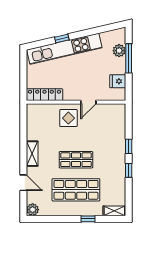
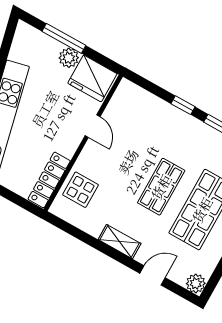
plant: (119, 51) -> (69, 58), moved
fridge: (118, 81) -> (92, 78), width x1.88, depth x1.34
display table: (68, 118) -> (81, 190), moved

